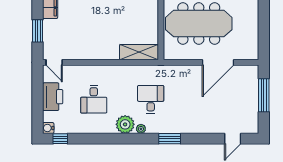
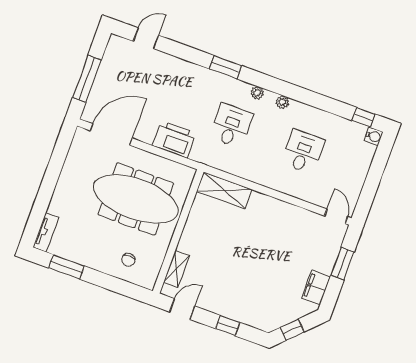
door: (218, 62) -> (111, 134), moved
printer: (53, 97) -> (174, 139), moved, turned 90
desk: (151, 99) -> (231, 126), turned 180
plant: (125, 124) -> (282, 102), width x0.53, depth x0.53

